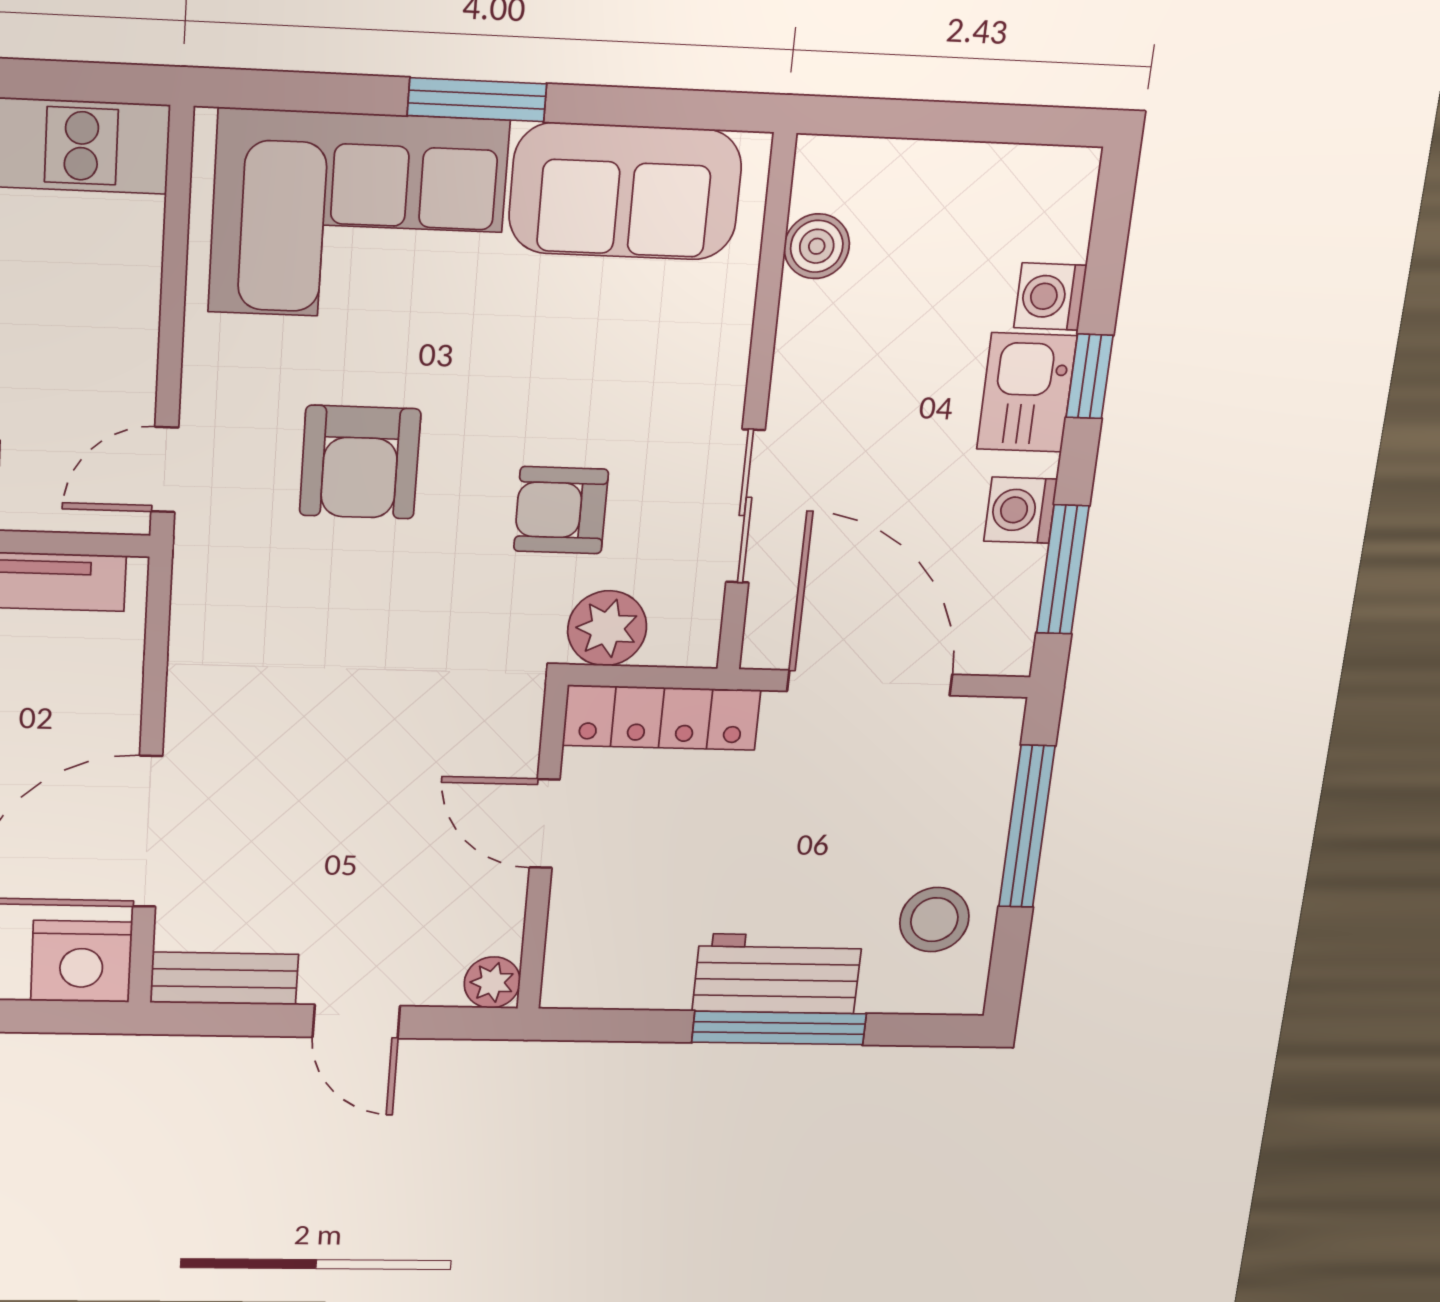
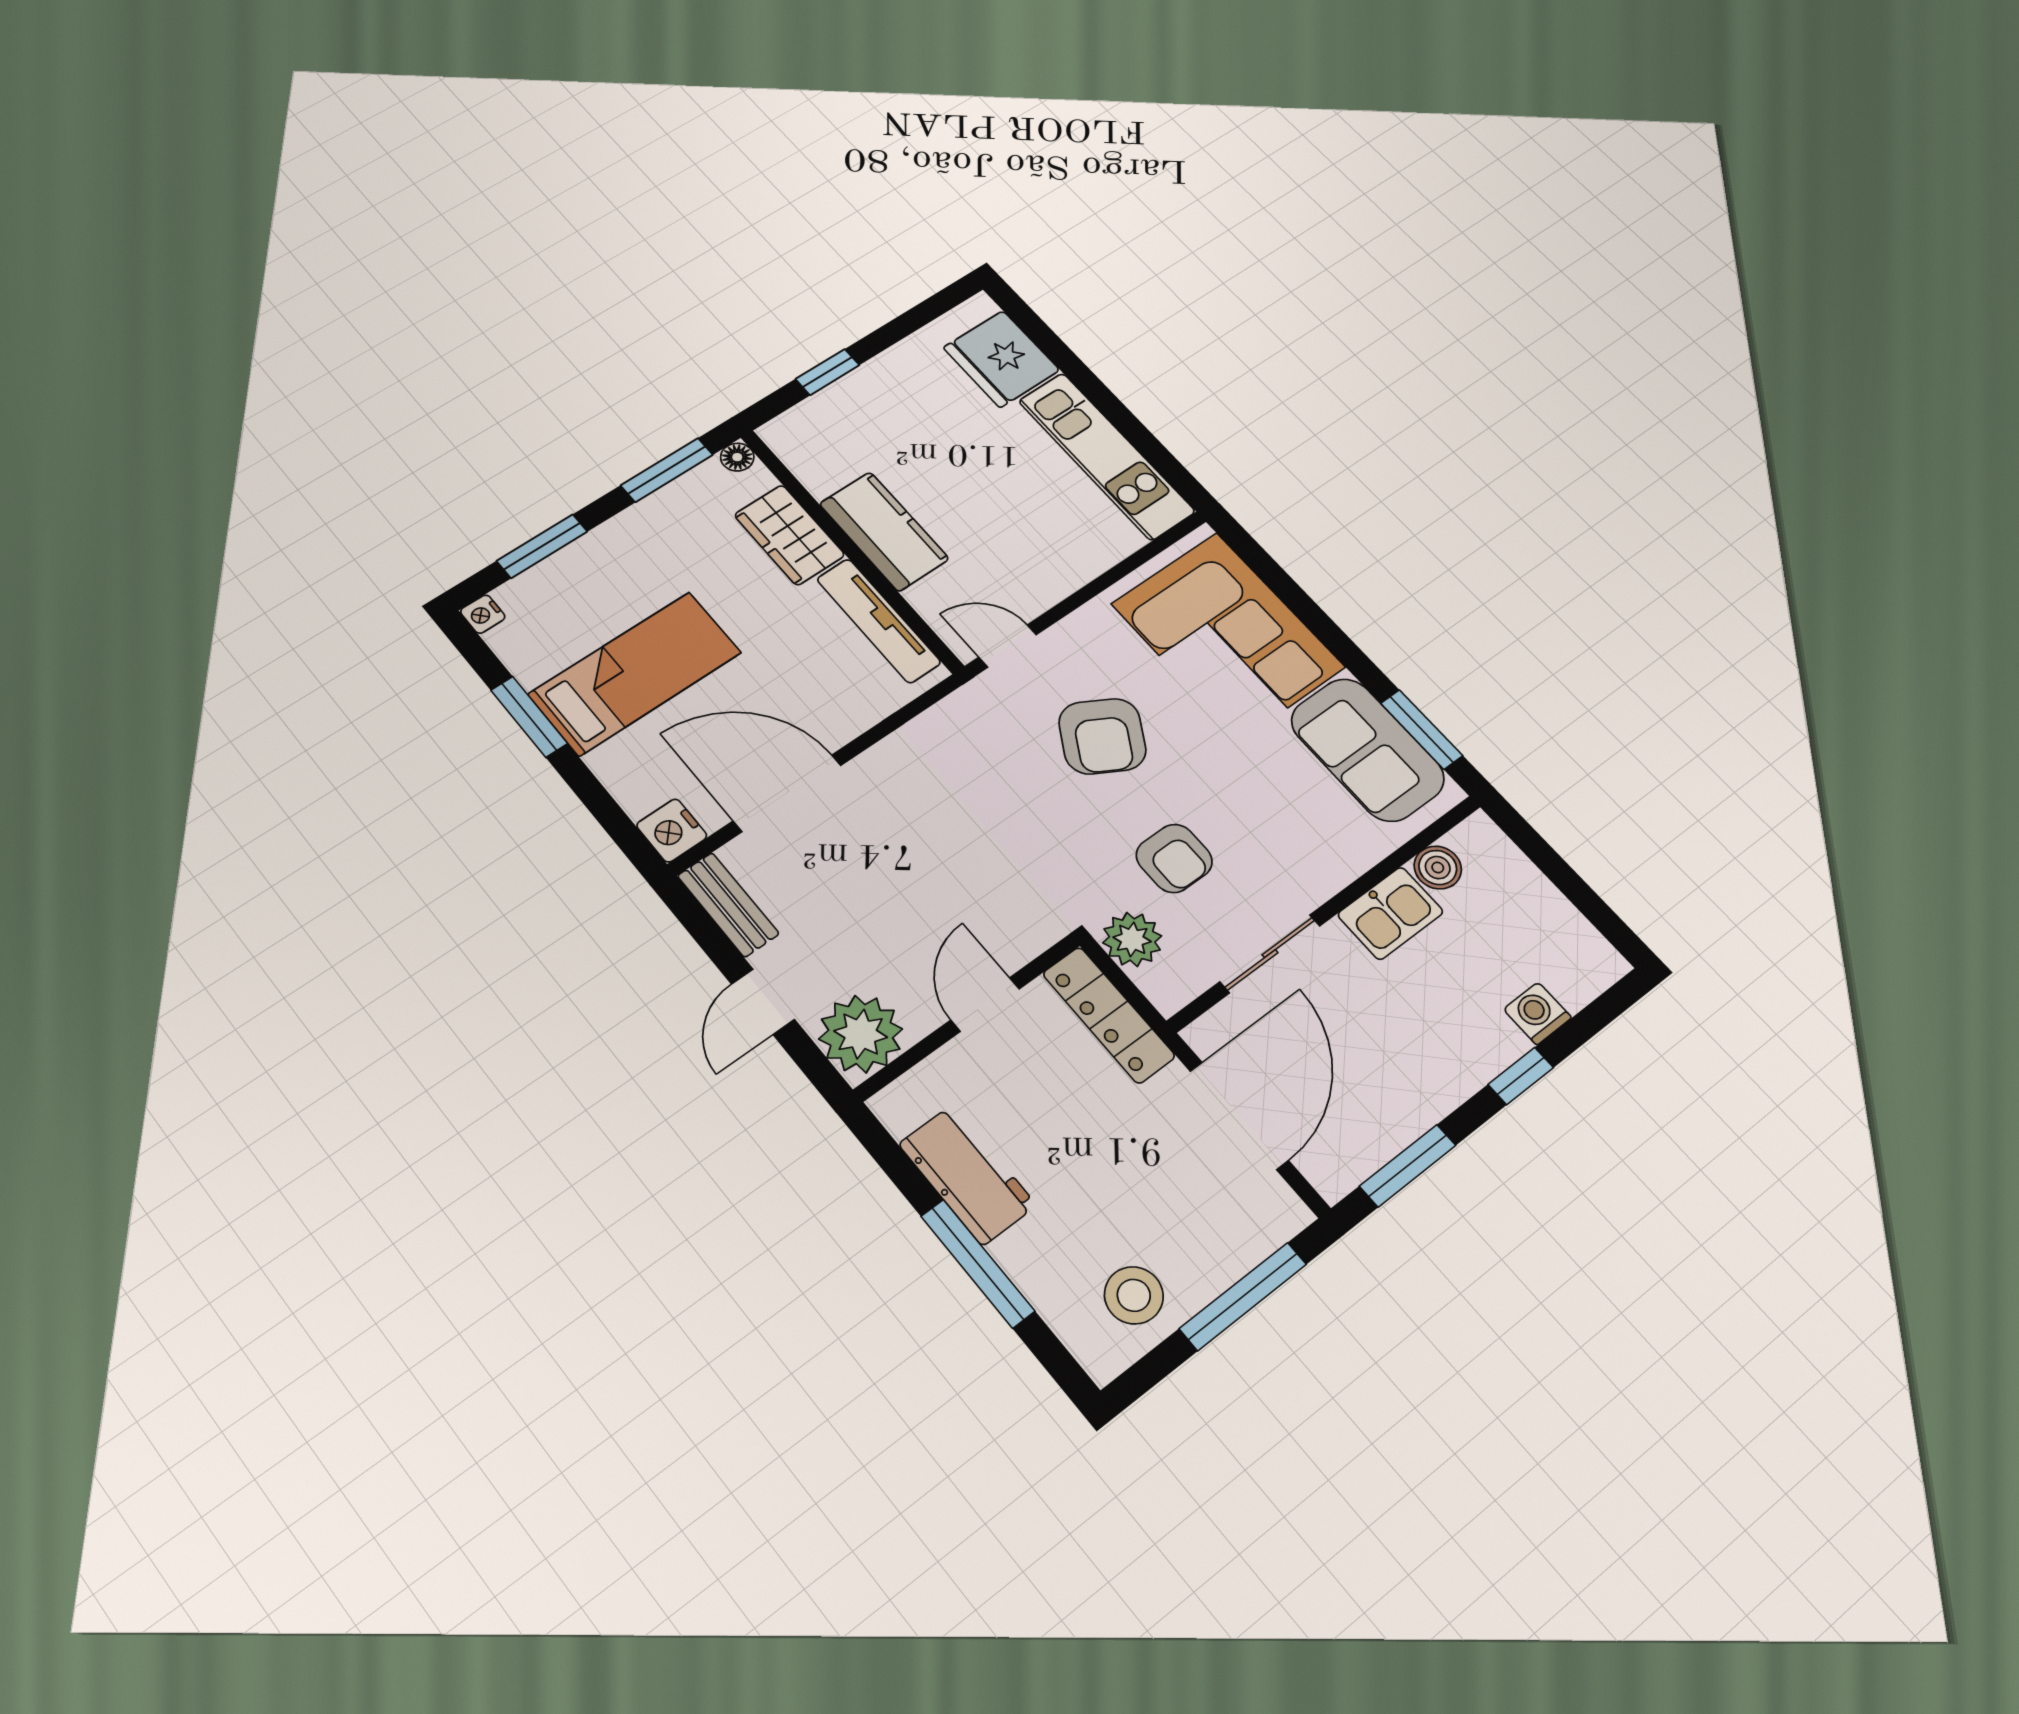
window: (477, 100) -> (1422, 729), moved
kitchen sink: (1027, 393) -> (1390, 913), moved, turned 180
armchair: (360, 462) -> (1102, 736), turned -60
armchair: (561, 510) -> (1174, 858), turned 180
washing machine: (1021, 510) -> (1415, 1108), removed
nightstand: (81, 961) -> (672, 830), width x0.74, depth x0.75
workbench: (777, 974) -> (967, 1175), moved
plant: (492, 982) -> (861, 1034), width x1.87, depth x1.87

